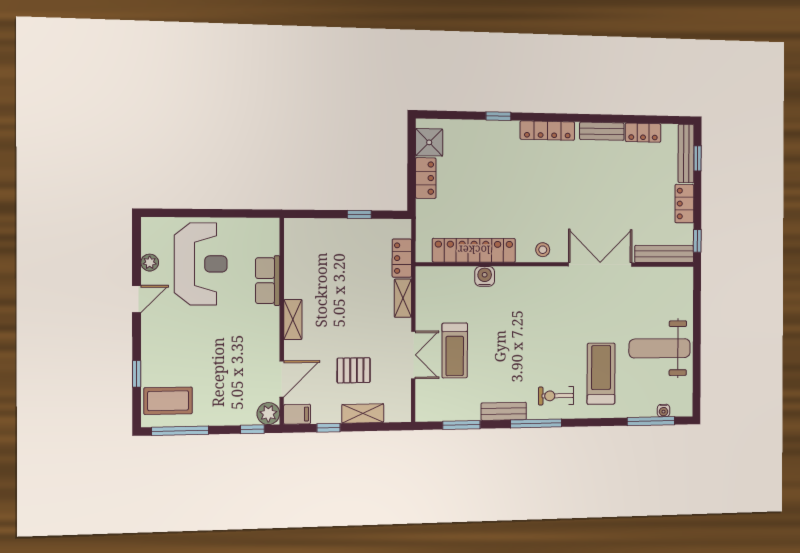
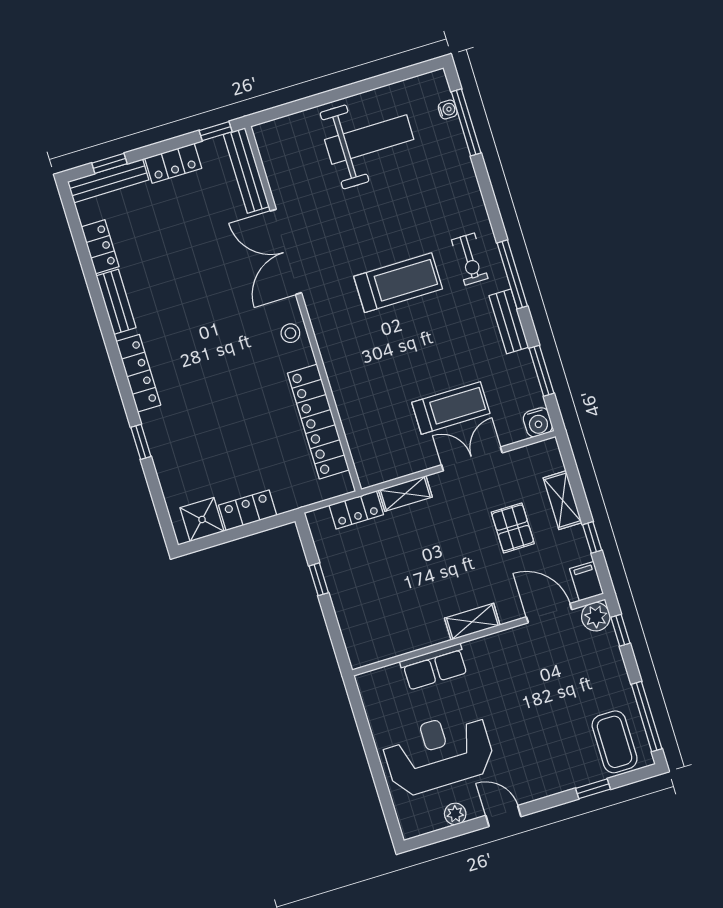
water cooler: (485, 276) -> (538, 422), moved, turned -90
weight bench: (660, 348) -> (369, 139), turned -90
treadmill: (601, 374) -> (398, 283), moved, turned 180

